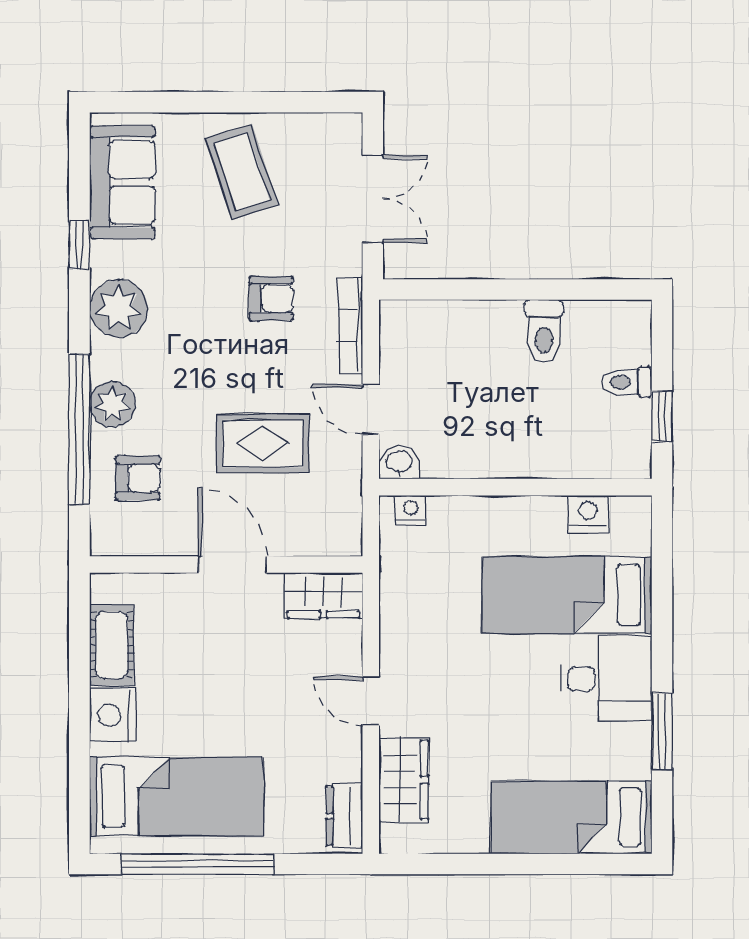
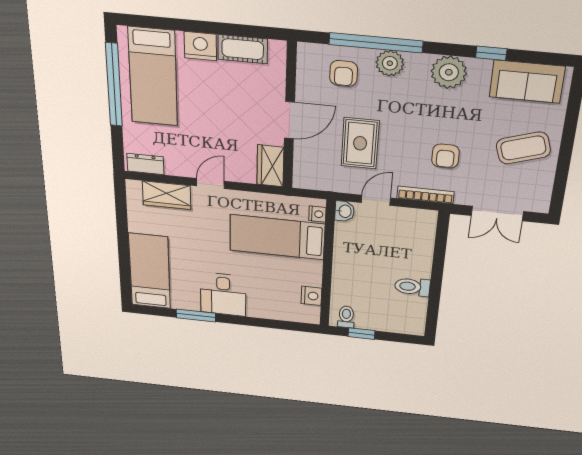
toilet: (627, 382) -> (346, 317), moved
bed: (567, 595) -> (277, 237), moved, turned -90

